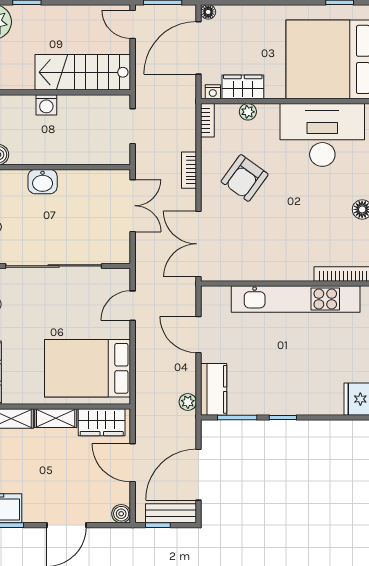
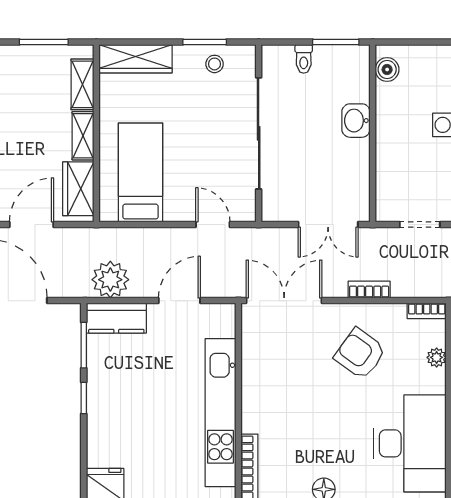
bed: (88, 368) -> (141, 173), width x0.67
plant: (188, 402) -> (110, 280), width x1.88, depth x1.88

